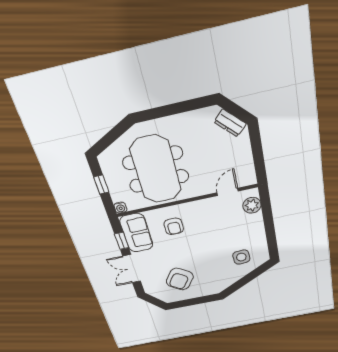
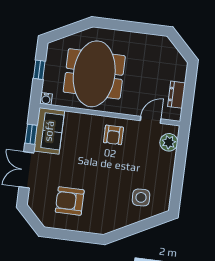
dresser: (230, 123) -> (177, 95), moved, turned 45
armchair: (174, 226) -> (113, 135), moved
armchair: (180, 279) -> (70, 201), turned 55

